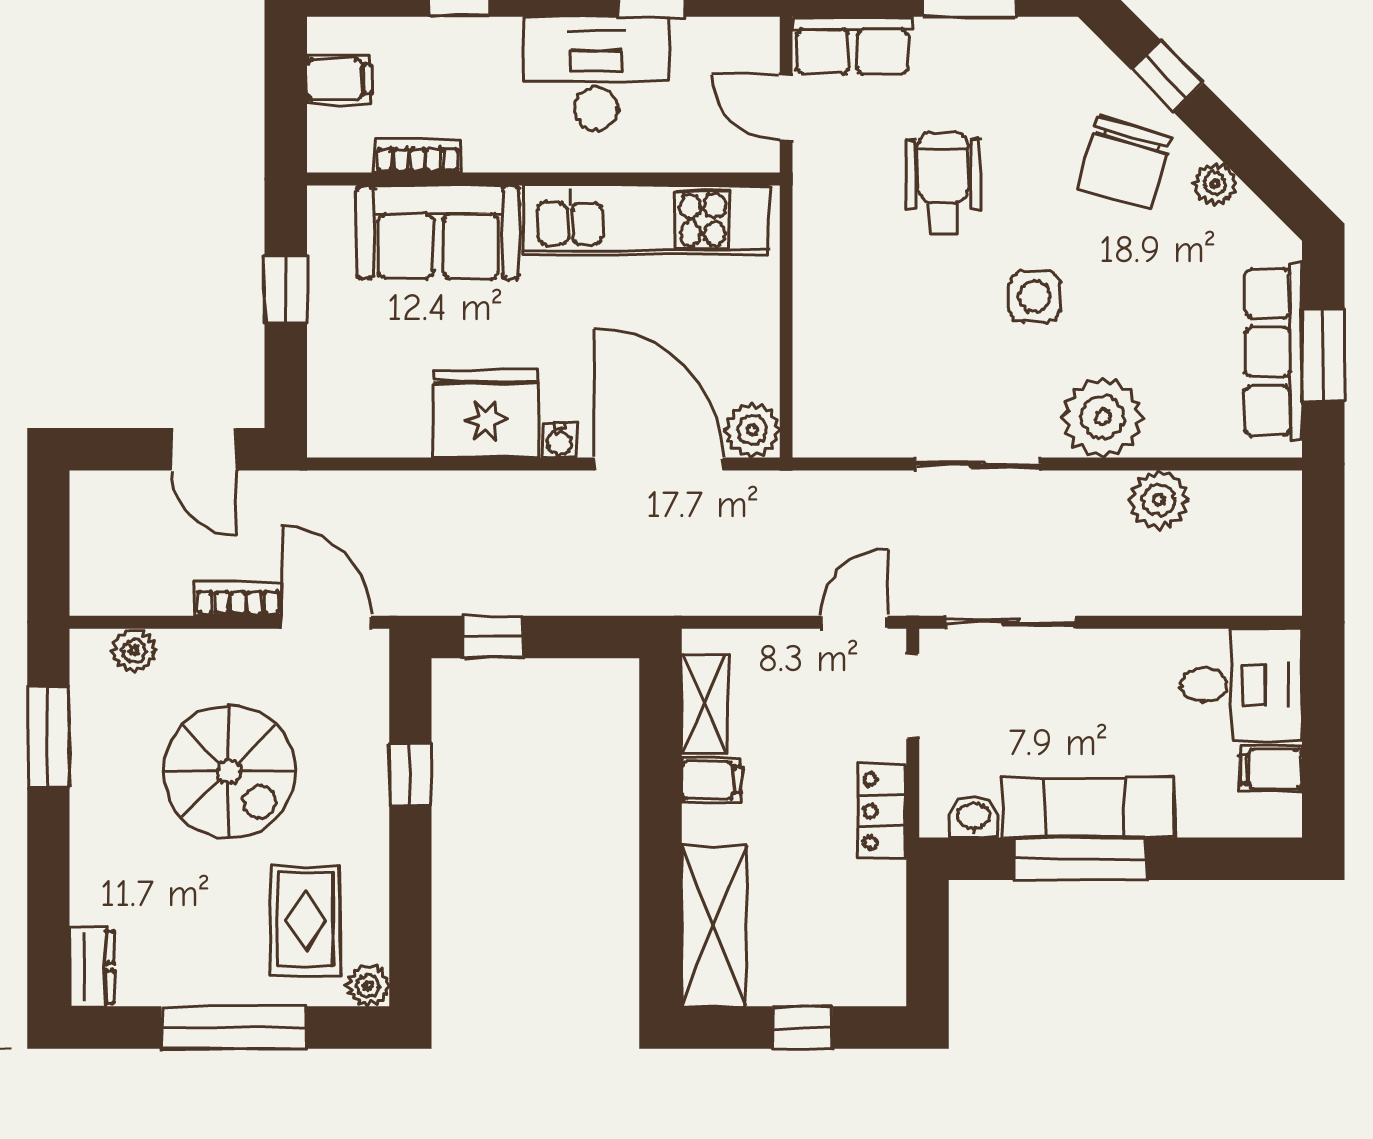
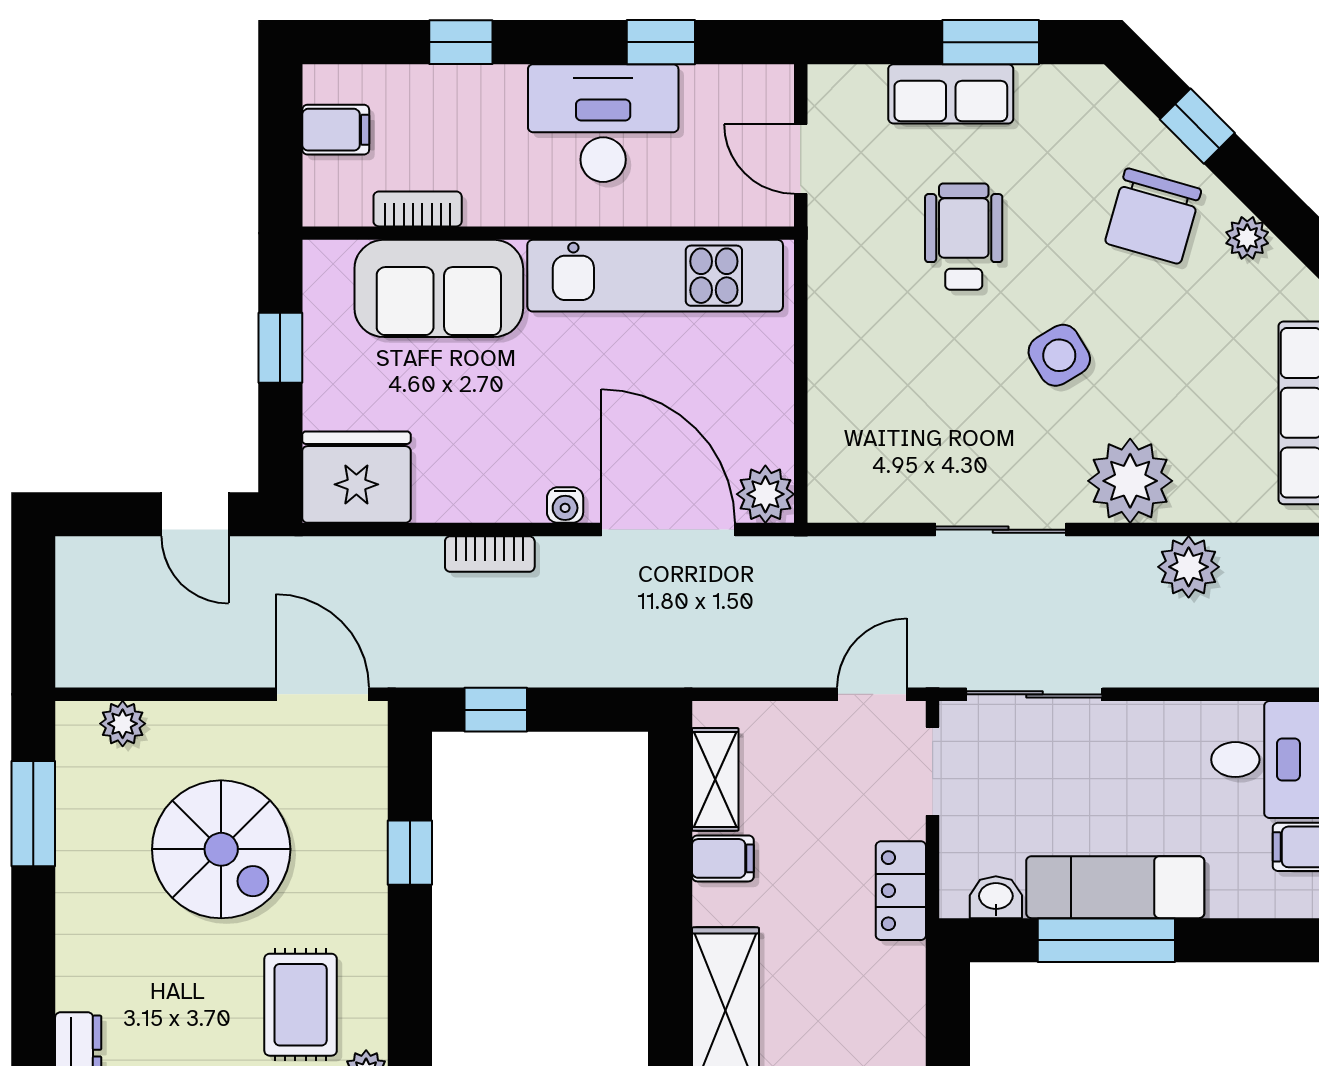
row of seats: (852, 45) -> (951, 94), moved
side table: (1035, 296) -> (1059, 355), turned -31
fridge: (486, 414) -> (356, 477), moved
bookcase: (238, 599) -> (490, 554), moved, turned 180

